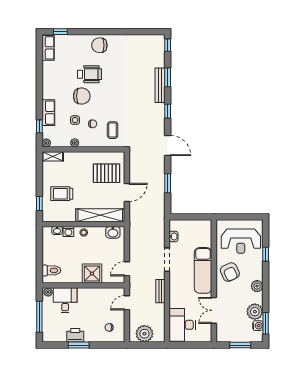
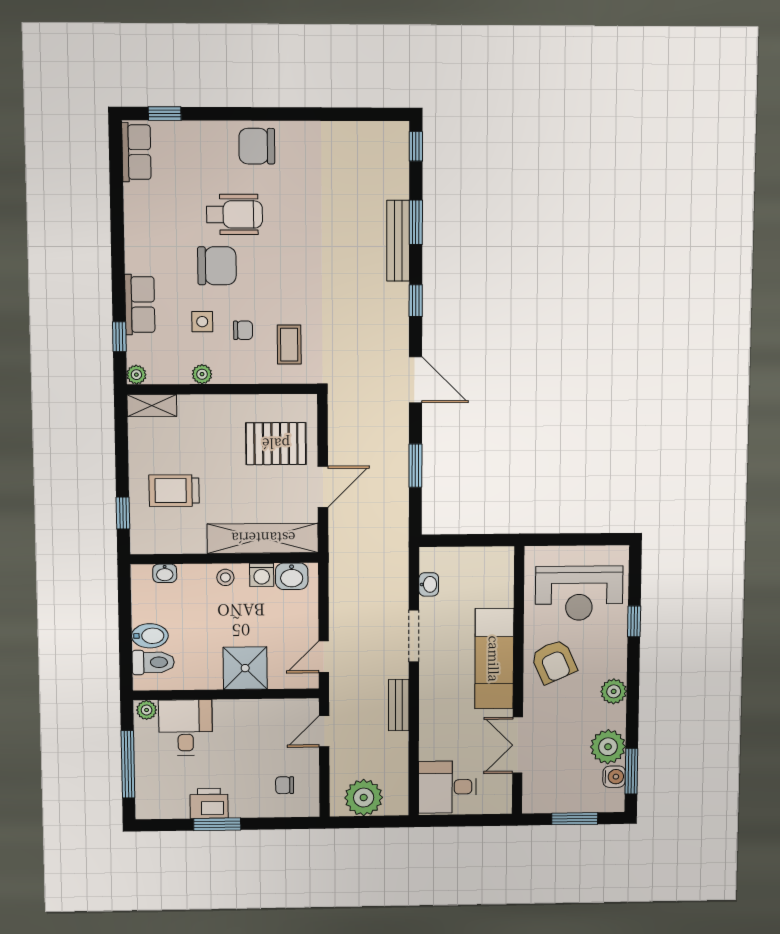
washing machine: (68, 231) -> (262, 575), moved
bidet: (50, 258) -> (150, 636), added
desk: (182, 325) -> (447, 787), width x0.73

